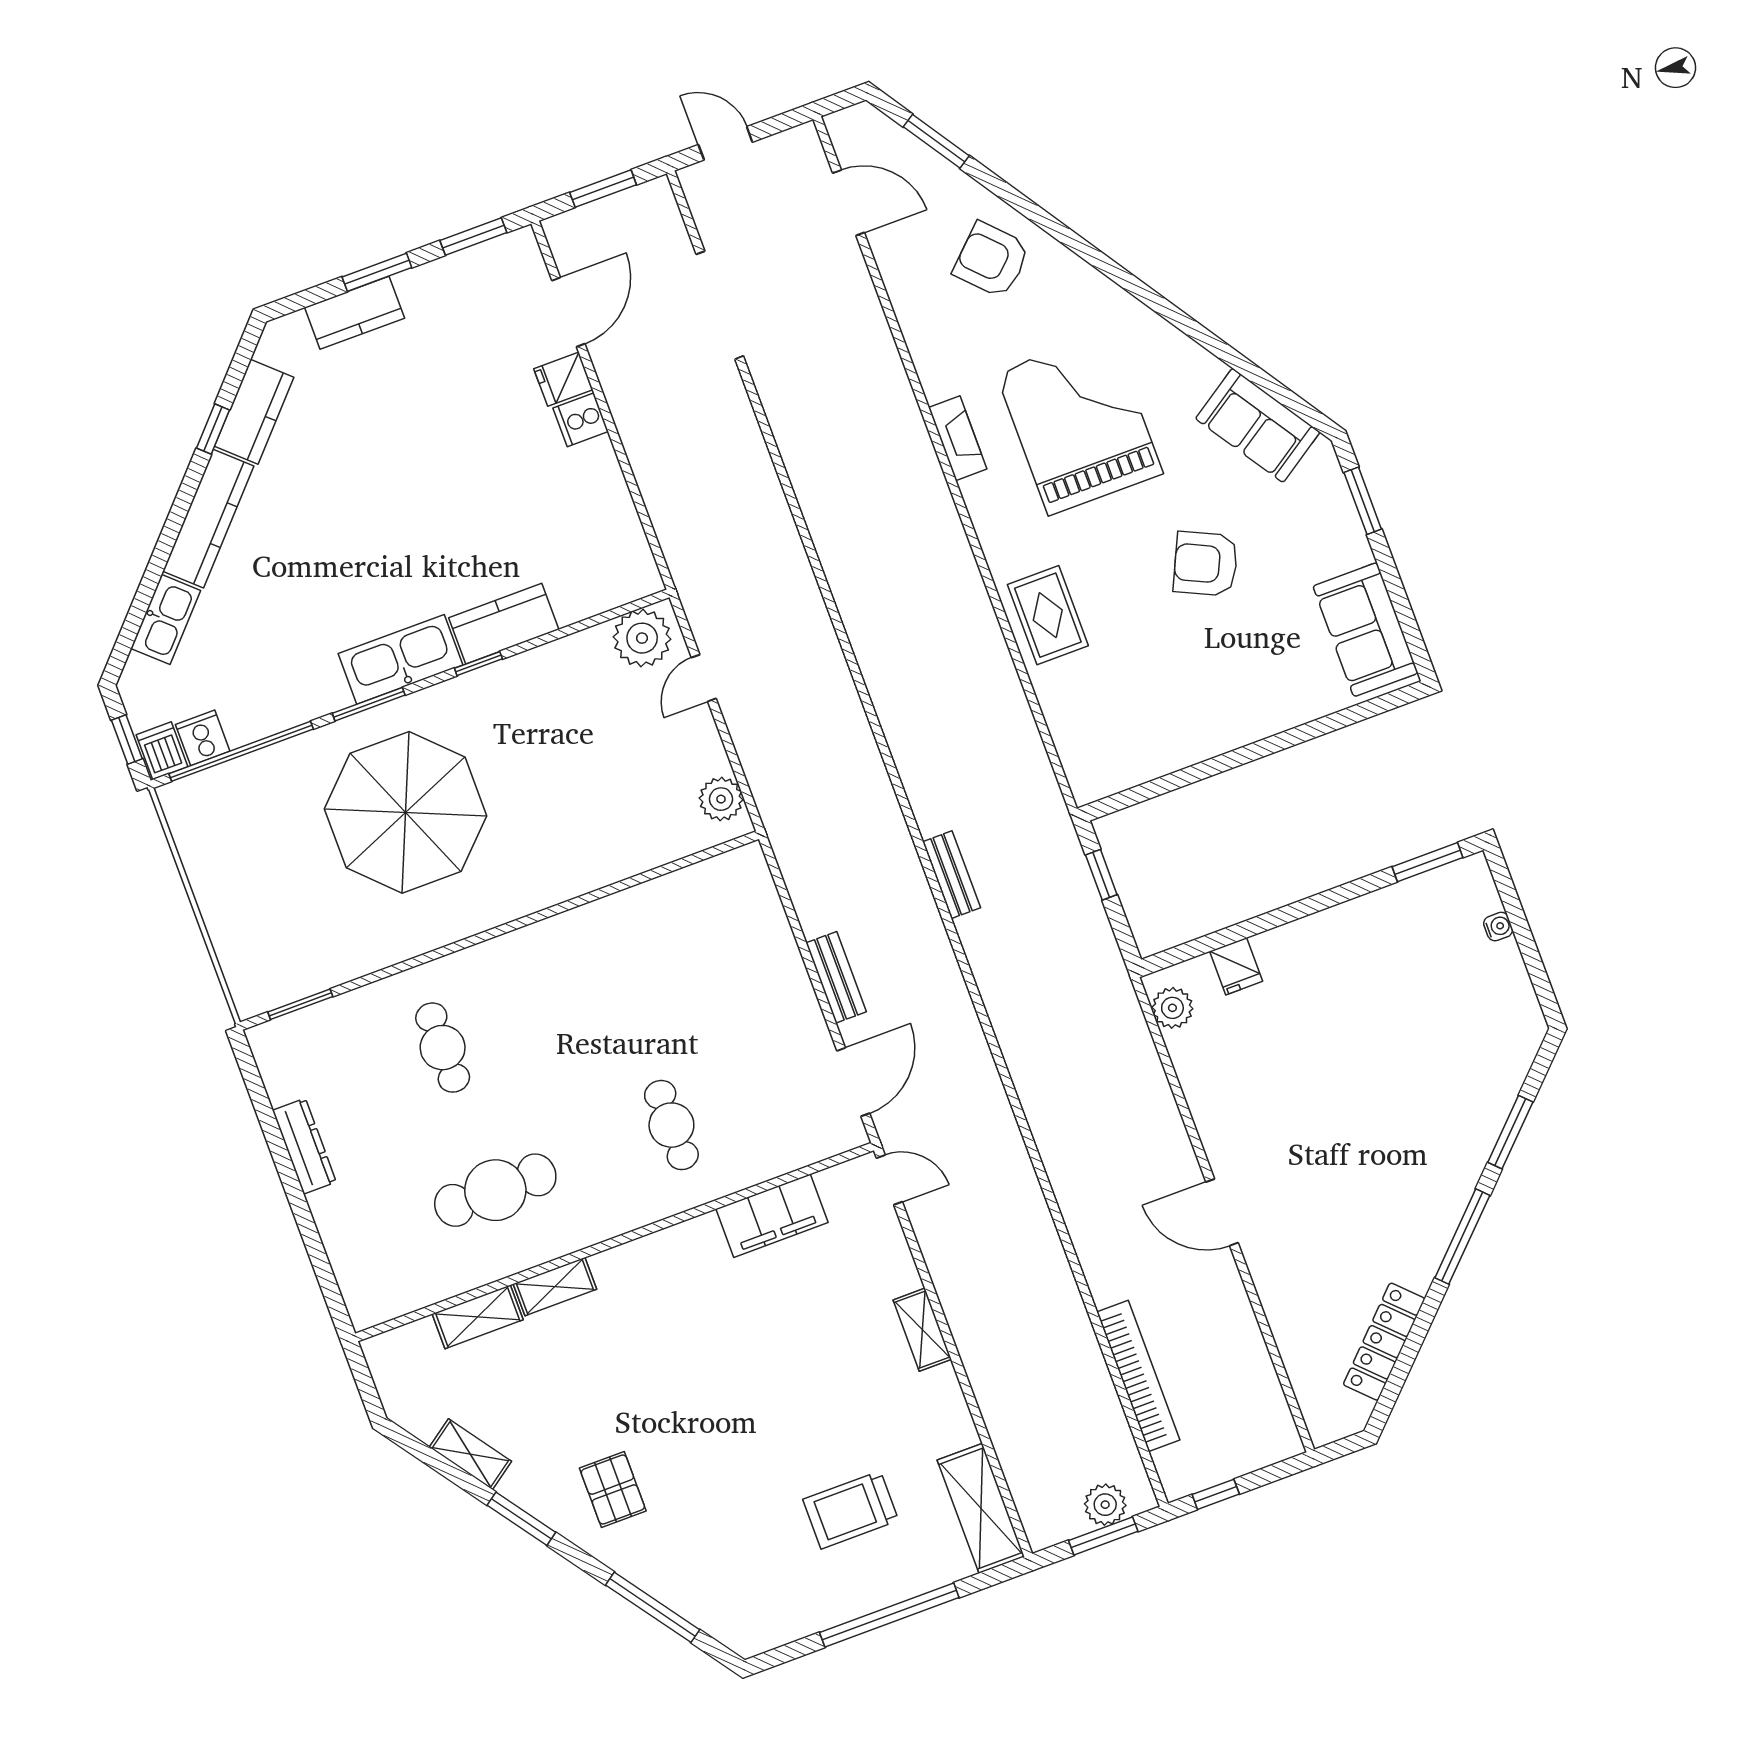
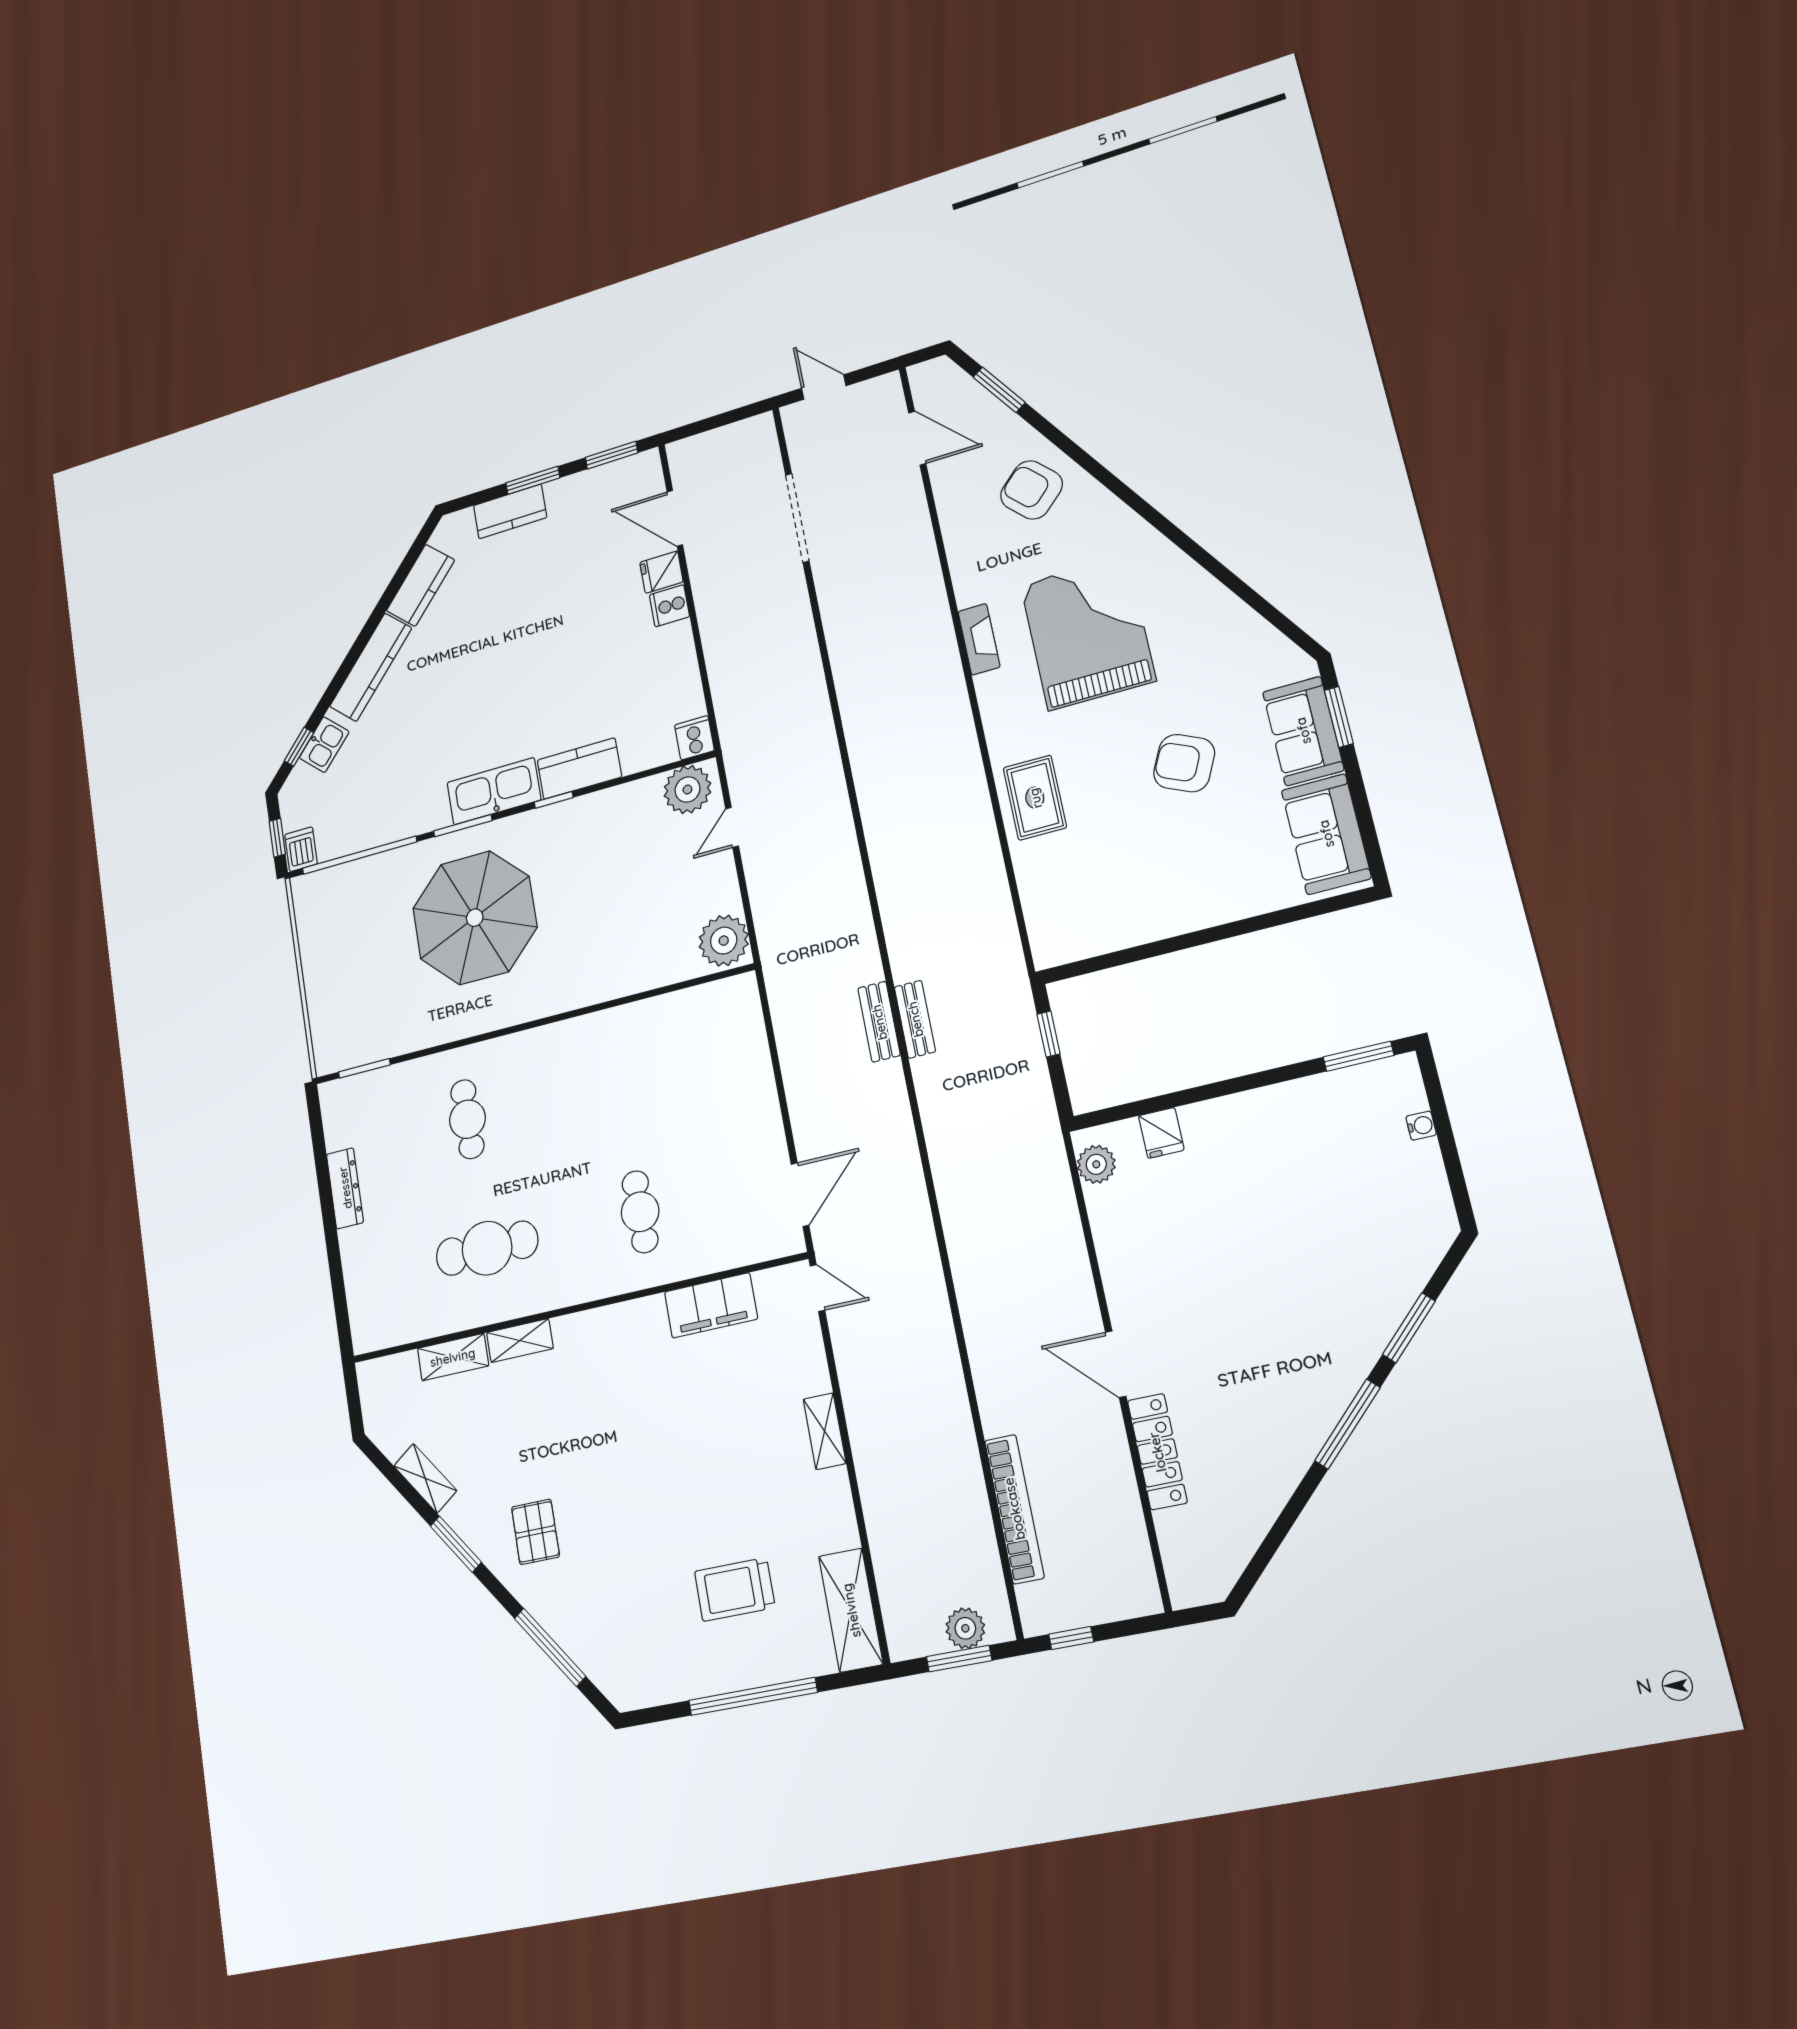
window: (603, 189) -> (719, 420), removed
door: (568, 312) -> (675, 518), swing flipped
sofa: (1258, 425) -> (1303, 731), moved, turned 34
window: (213, 429) -> (299, 747), moved
kitchen sink: (166, 619) -> (324, 745), width x0.73
cooker: (203, 738) -> (694, 738), moved
plant: (721, 799) -> (724, 941), width x1.36, depth x1.36
bench: (836, 977) -> (879, 1022), moved
locker: (1384, 1342) -> (1157, 1452), moved, turned 135

